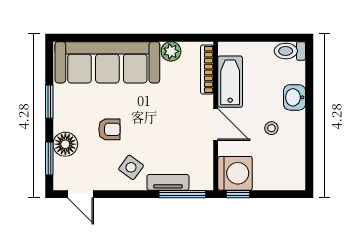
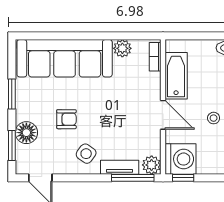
bookcase: (207, 69) -> (155, 57), width x0.64
plant: (203, 180) -> (152, 165), added

